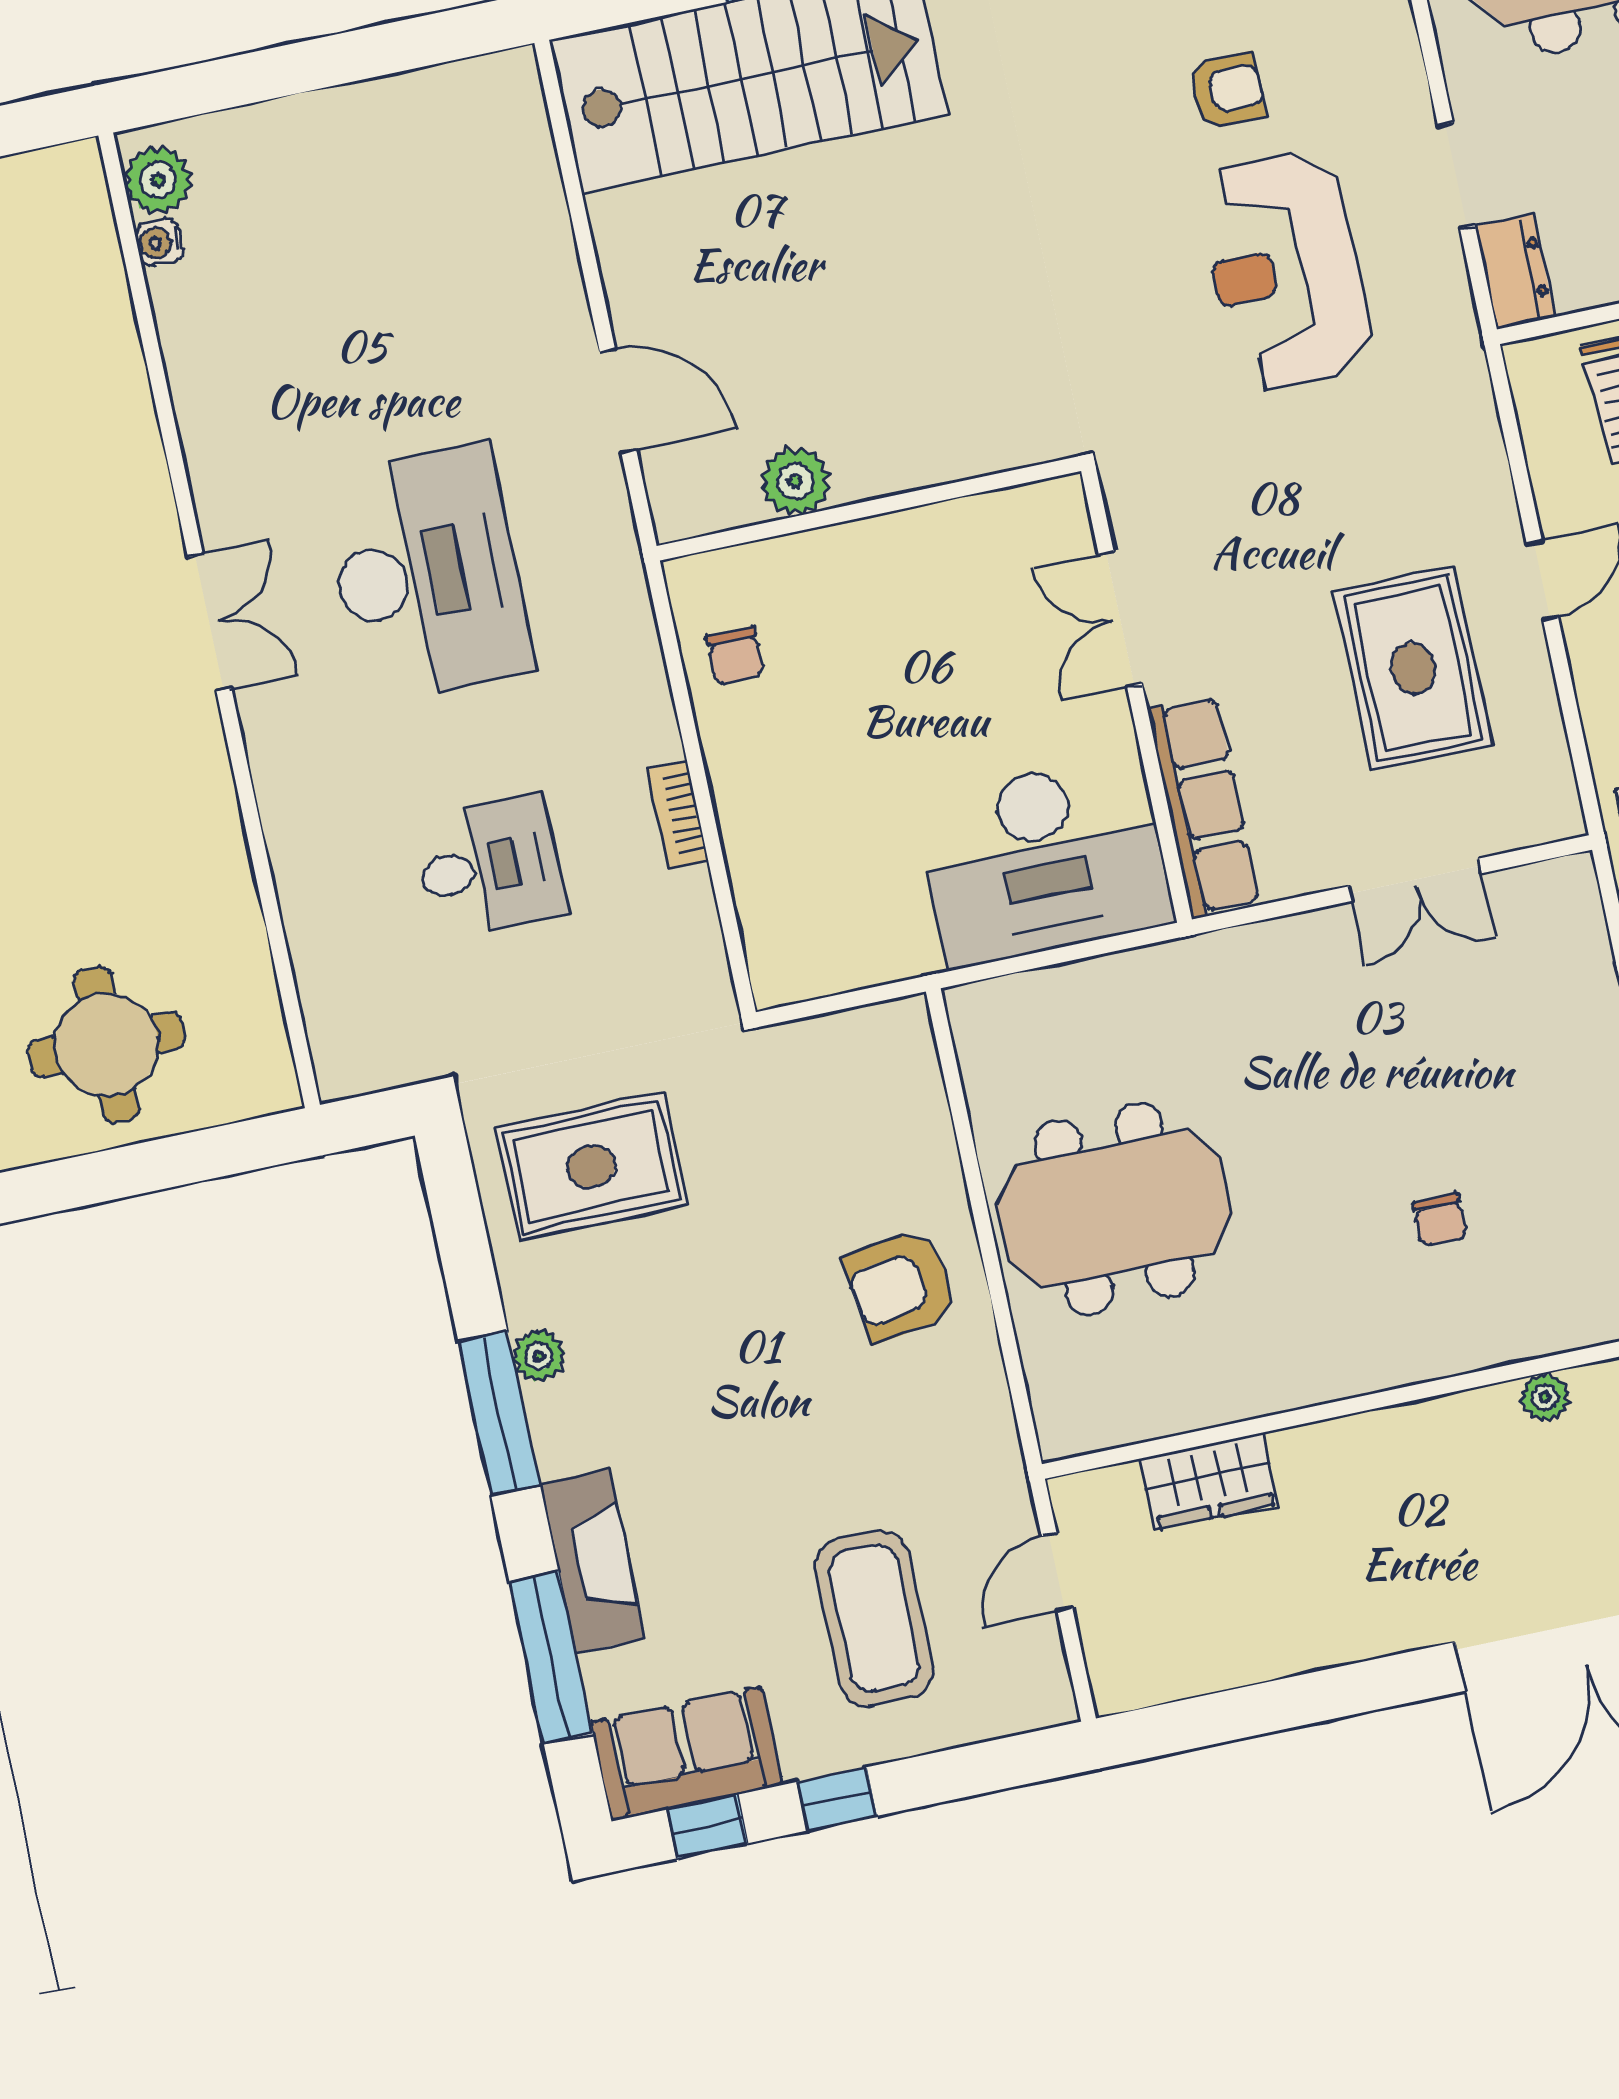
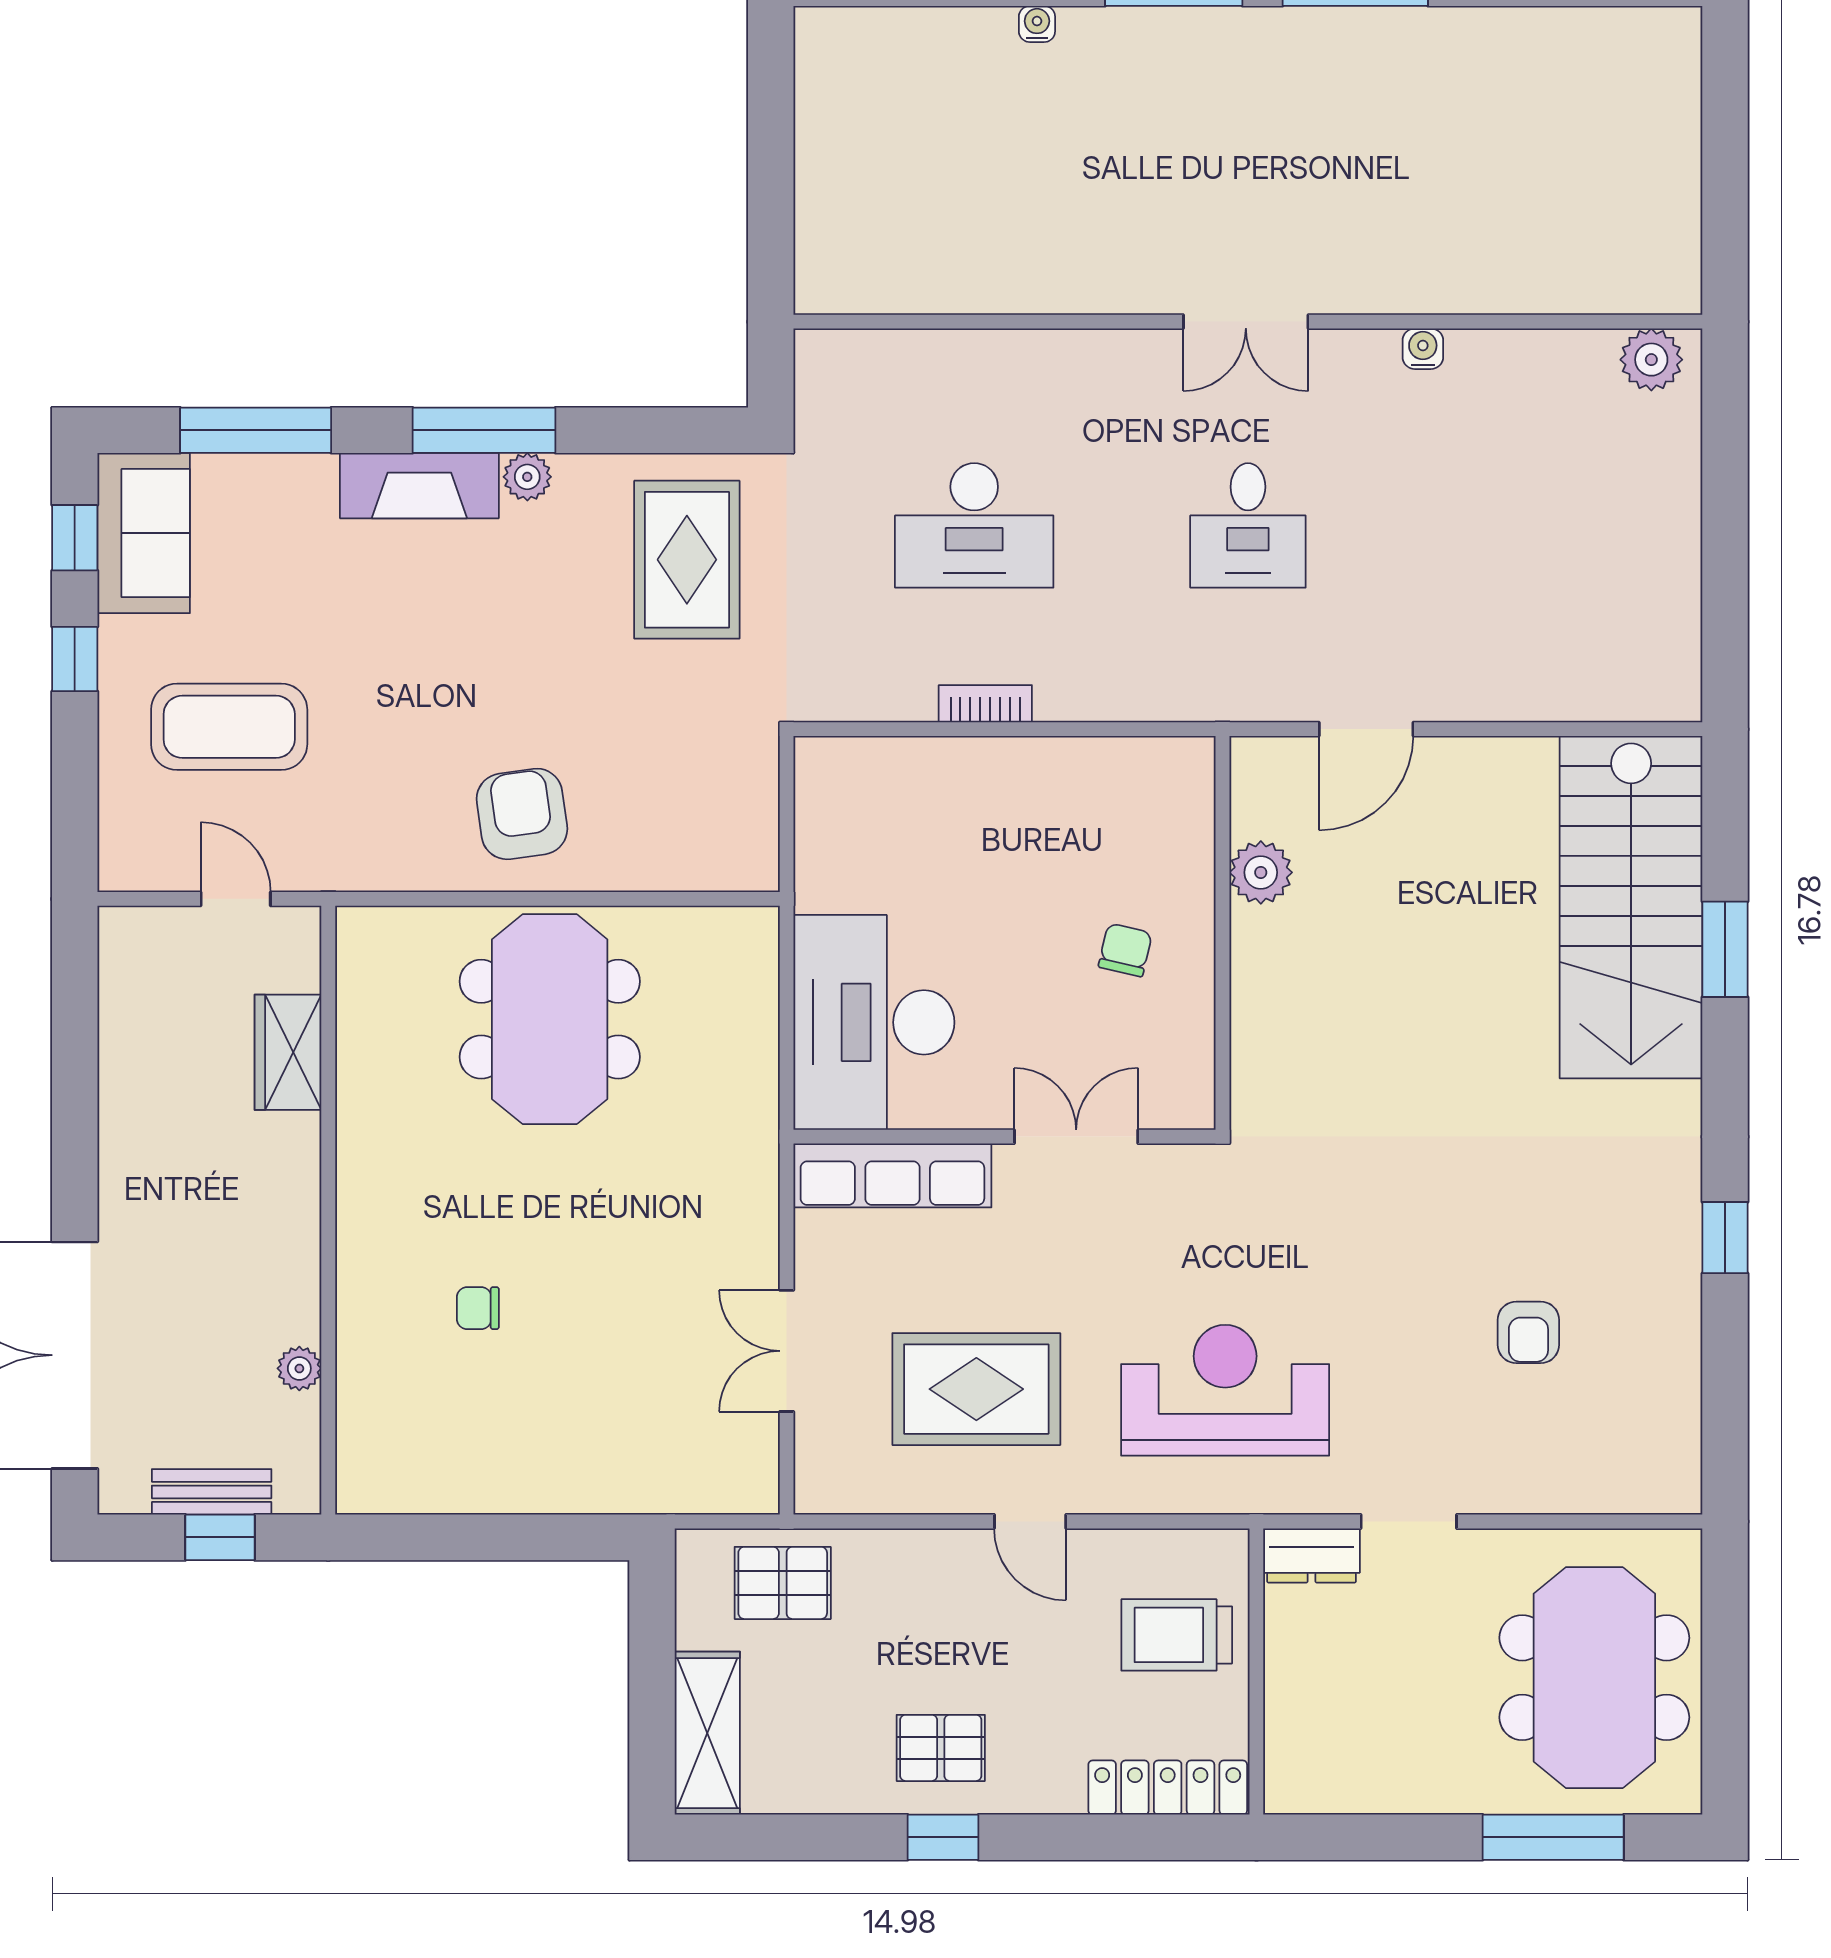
water cooler: (159, 242) -> (1423, 349), moved
reception desk: (1285, 271) -> (1225, 1390), moved
desk: (427, 574) -> (1248, 525), width x0.53, depth x0.77
chair: (735, 655) -> (1125, 950), moved, turned 103
desk: (489, 867) -> (974, 525), width x1.37
round table: (107, 1045) -> (888, 149), removed
fireplace: (592, 1561) -> (419, 486), moved

